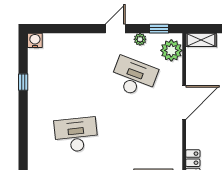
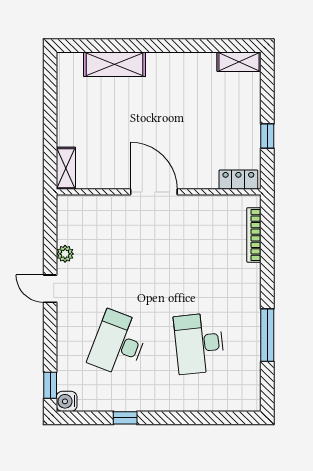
window: (159, 29) -> (50, 385), moved
plant: (171, 50) -> (81, 210), removed
desk: (134, 77) -> (118, 343), moved

